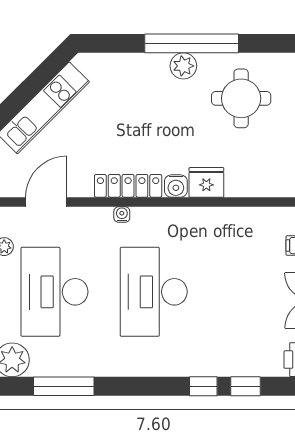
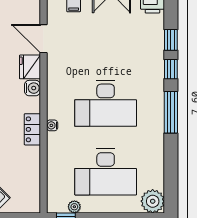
locker: (128, 186) -> (32, 129), width x0.66
door: (46, 202) -> (43, 39), moved
window: (64, 386) -> (171, 112), moved

